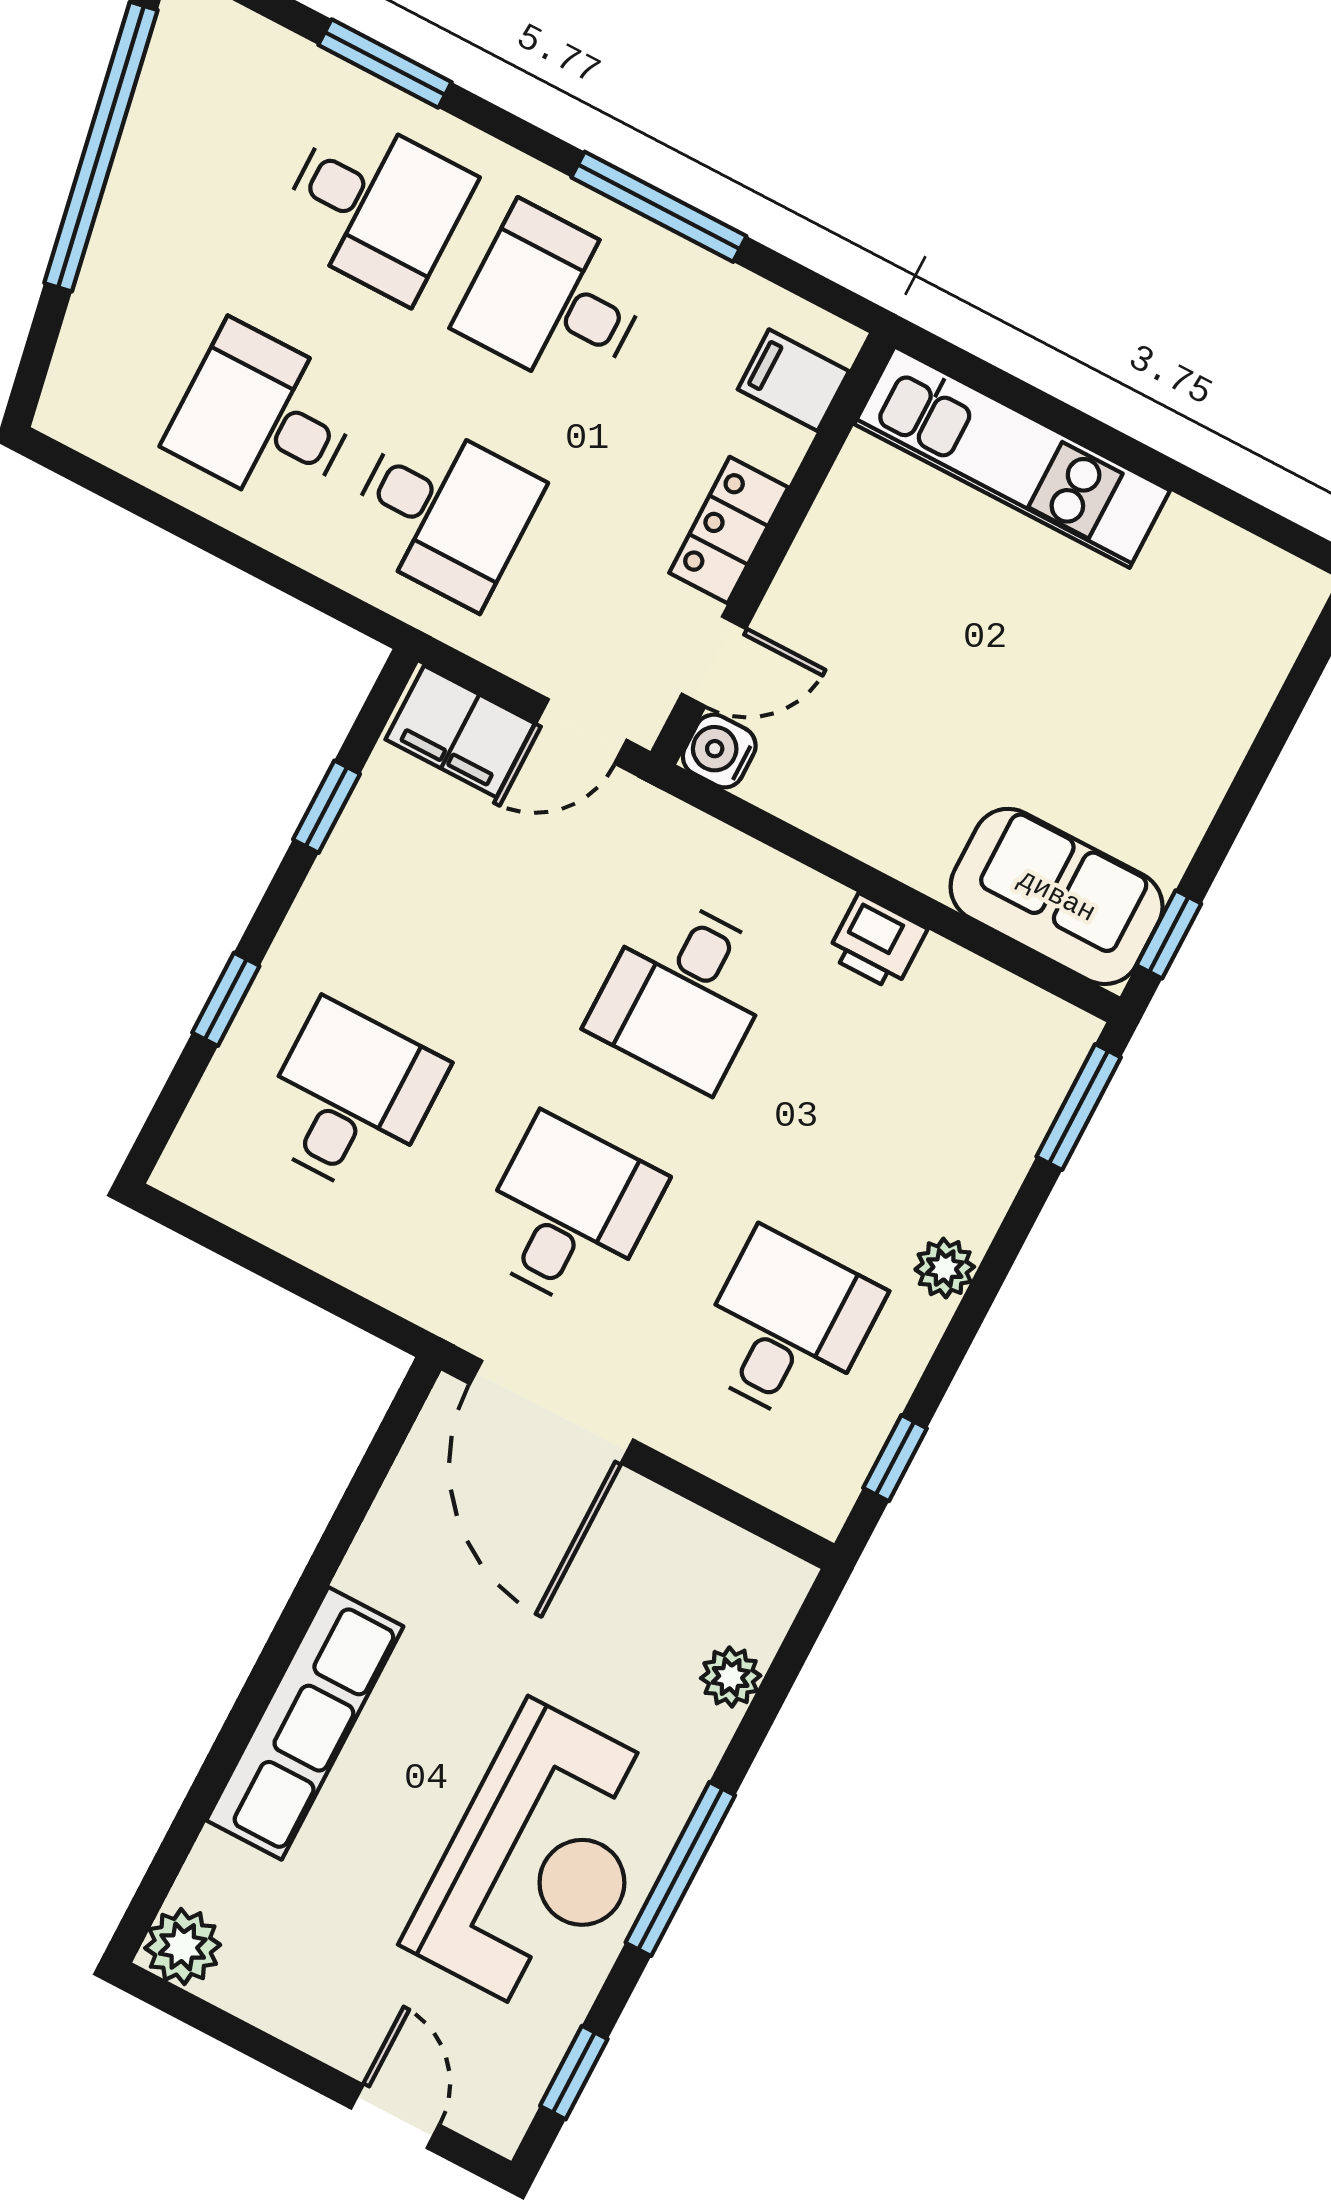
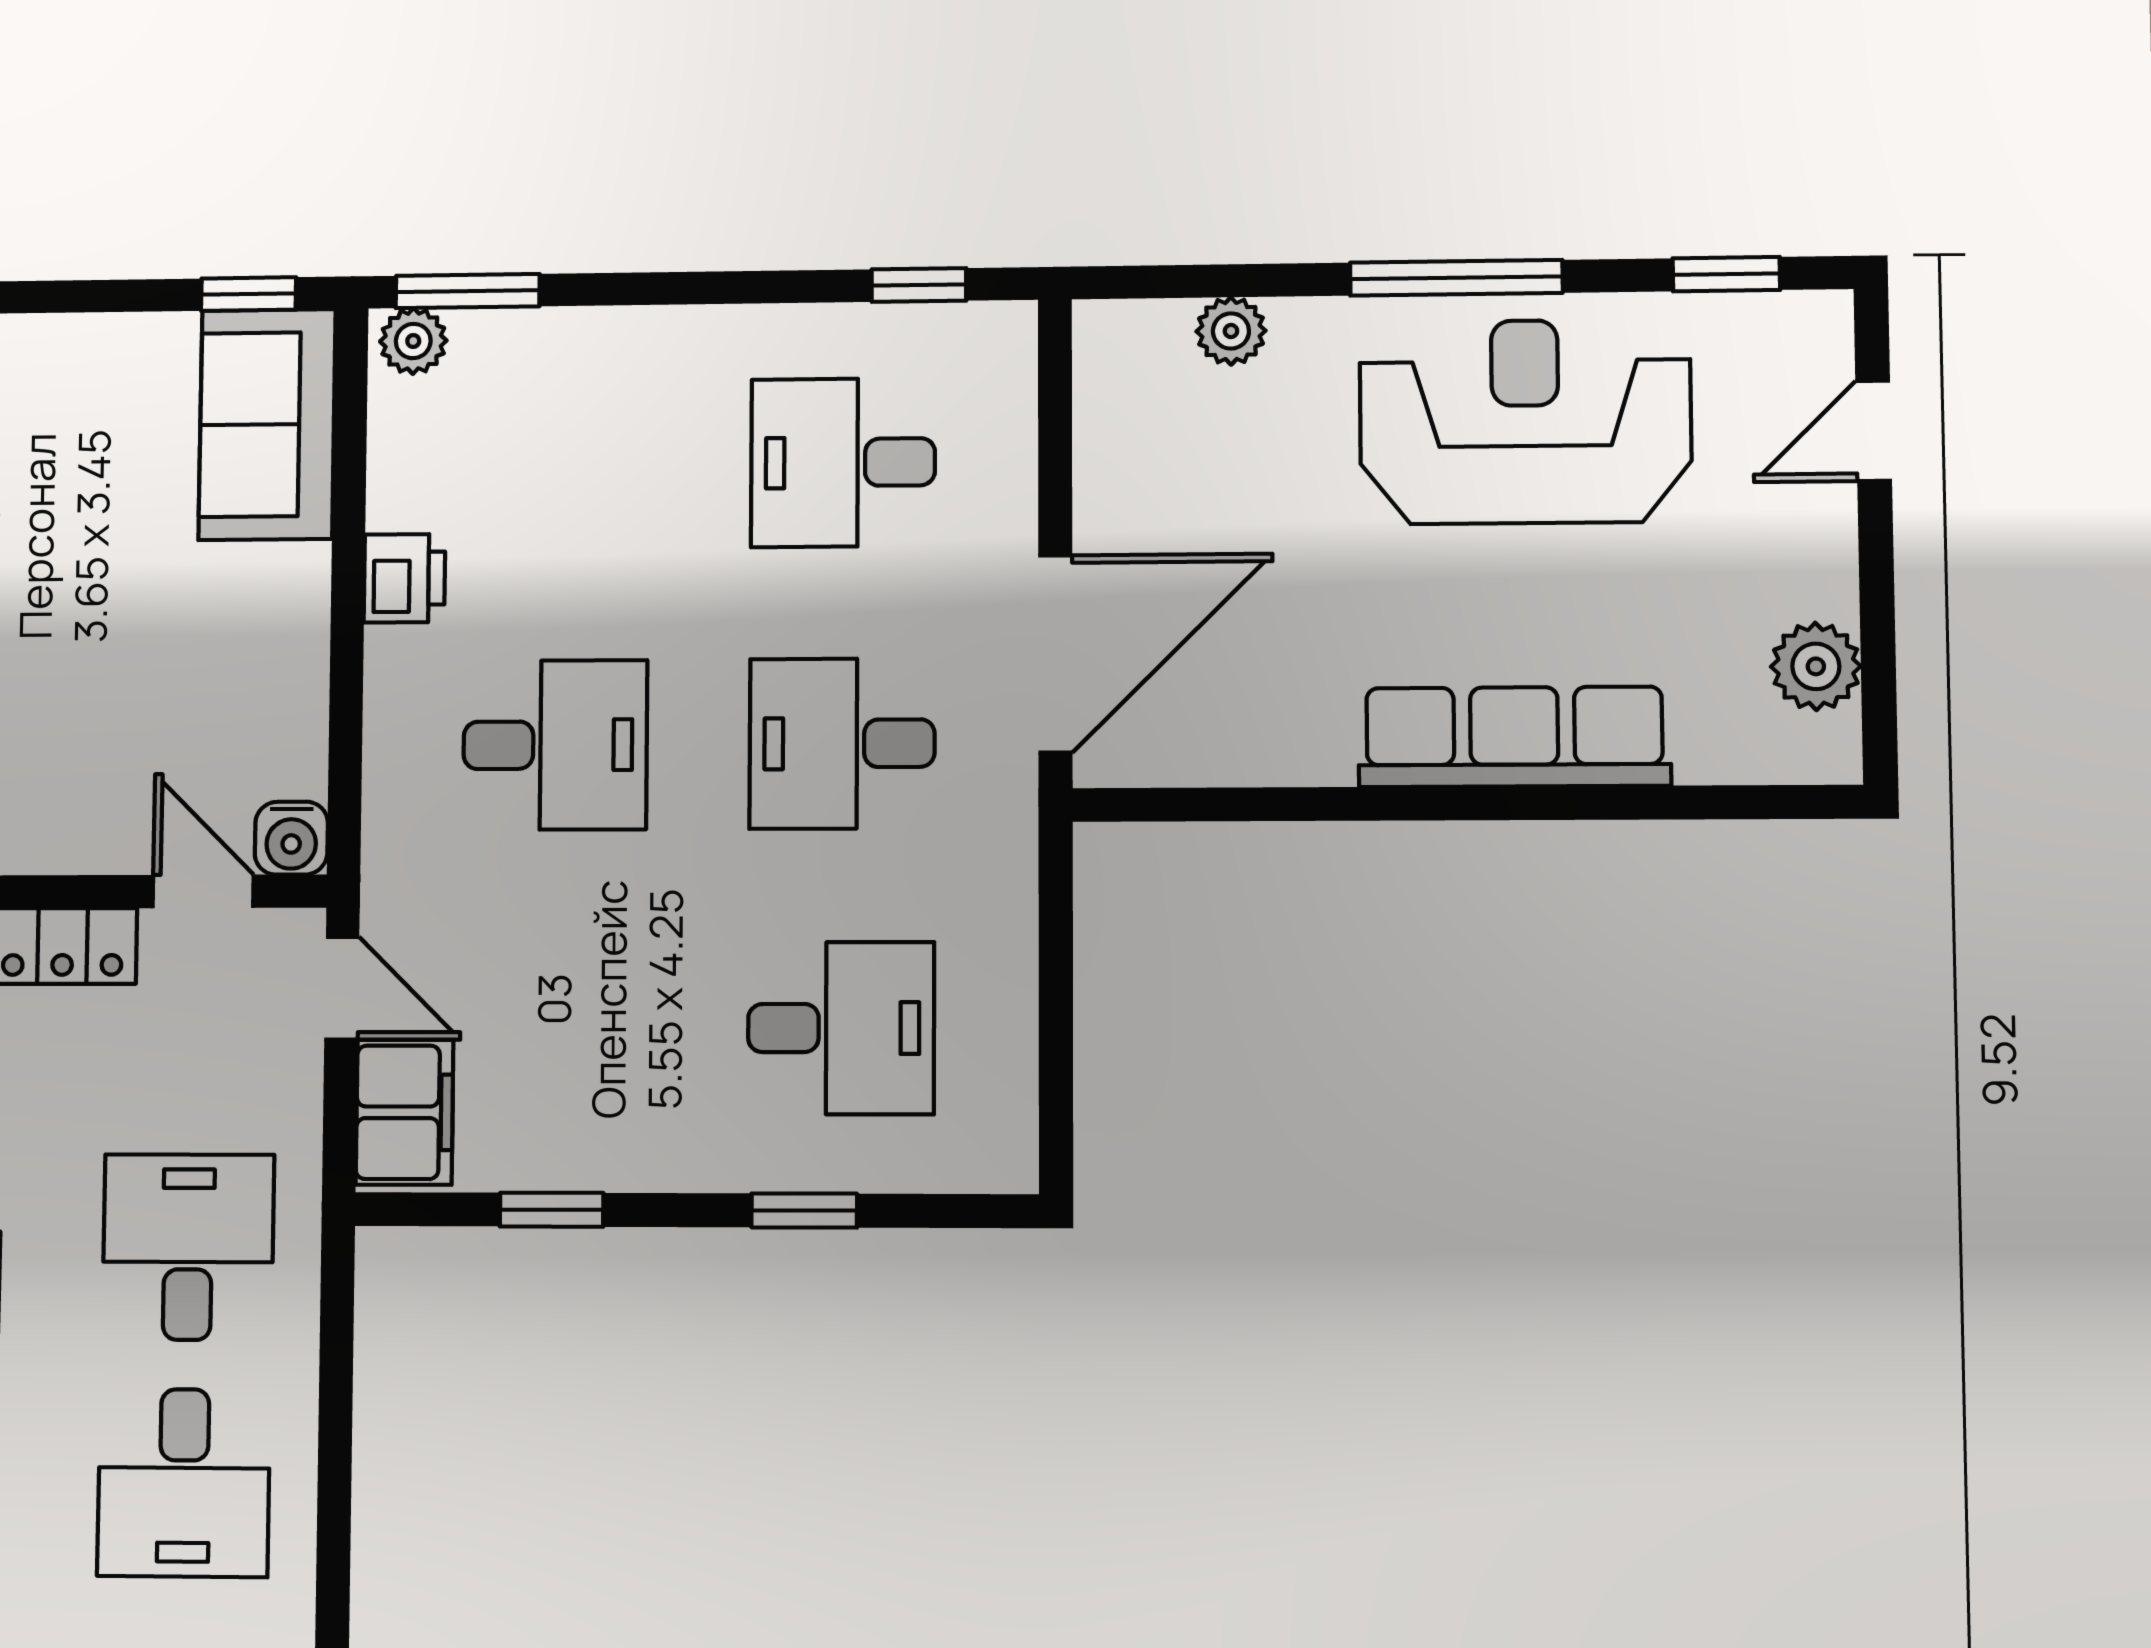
desk: (350, 1099) -> (841, 1028), turned 180
plant: (945, 1268) -> (413, 341), moved
plant: (183, 1946) -> (1816, 666), moved

